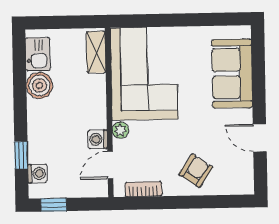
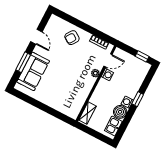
corner sofa: (144, 74) -> (72, 92), removed
window: (259, 80) -> (23, 62), added
window: (21, 155) -> (138, 99), moved
washing machine: (37, 173) -> (127, 102), moved

